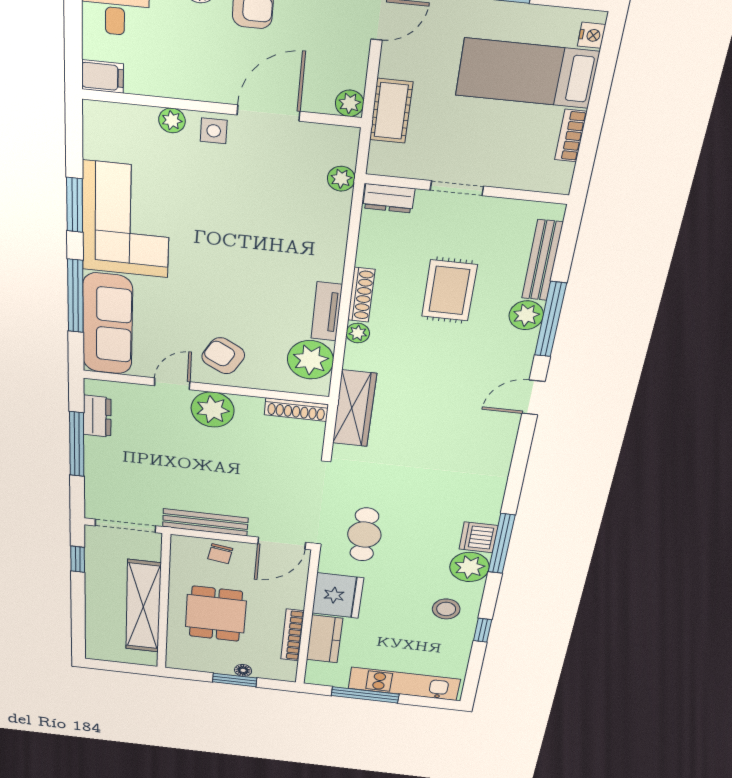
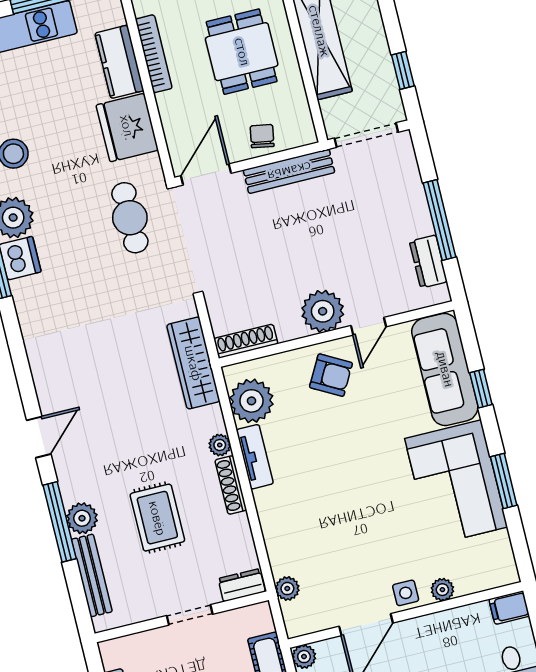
window: (75, 296) -> (481, 389), width x0.46

